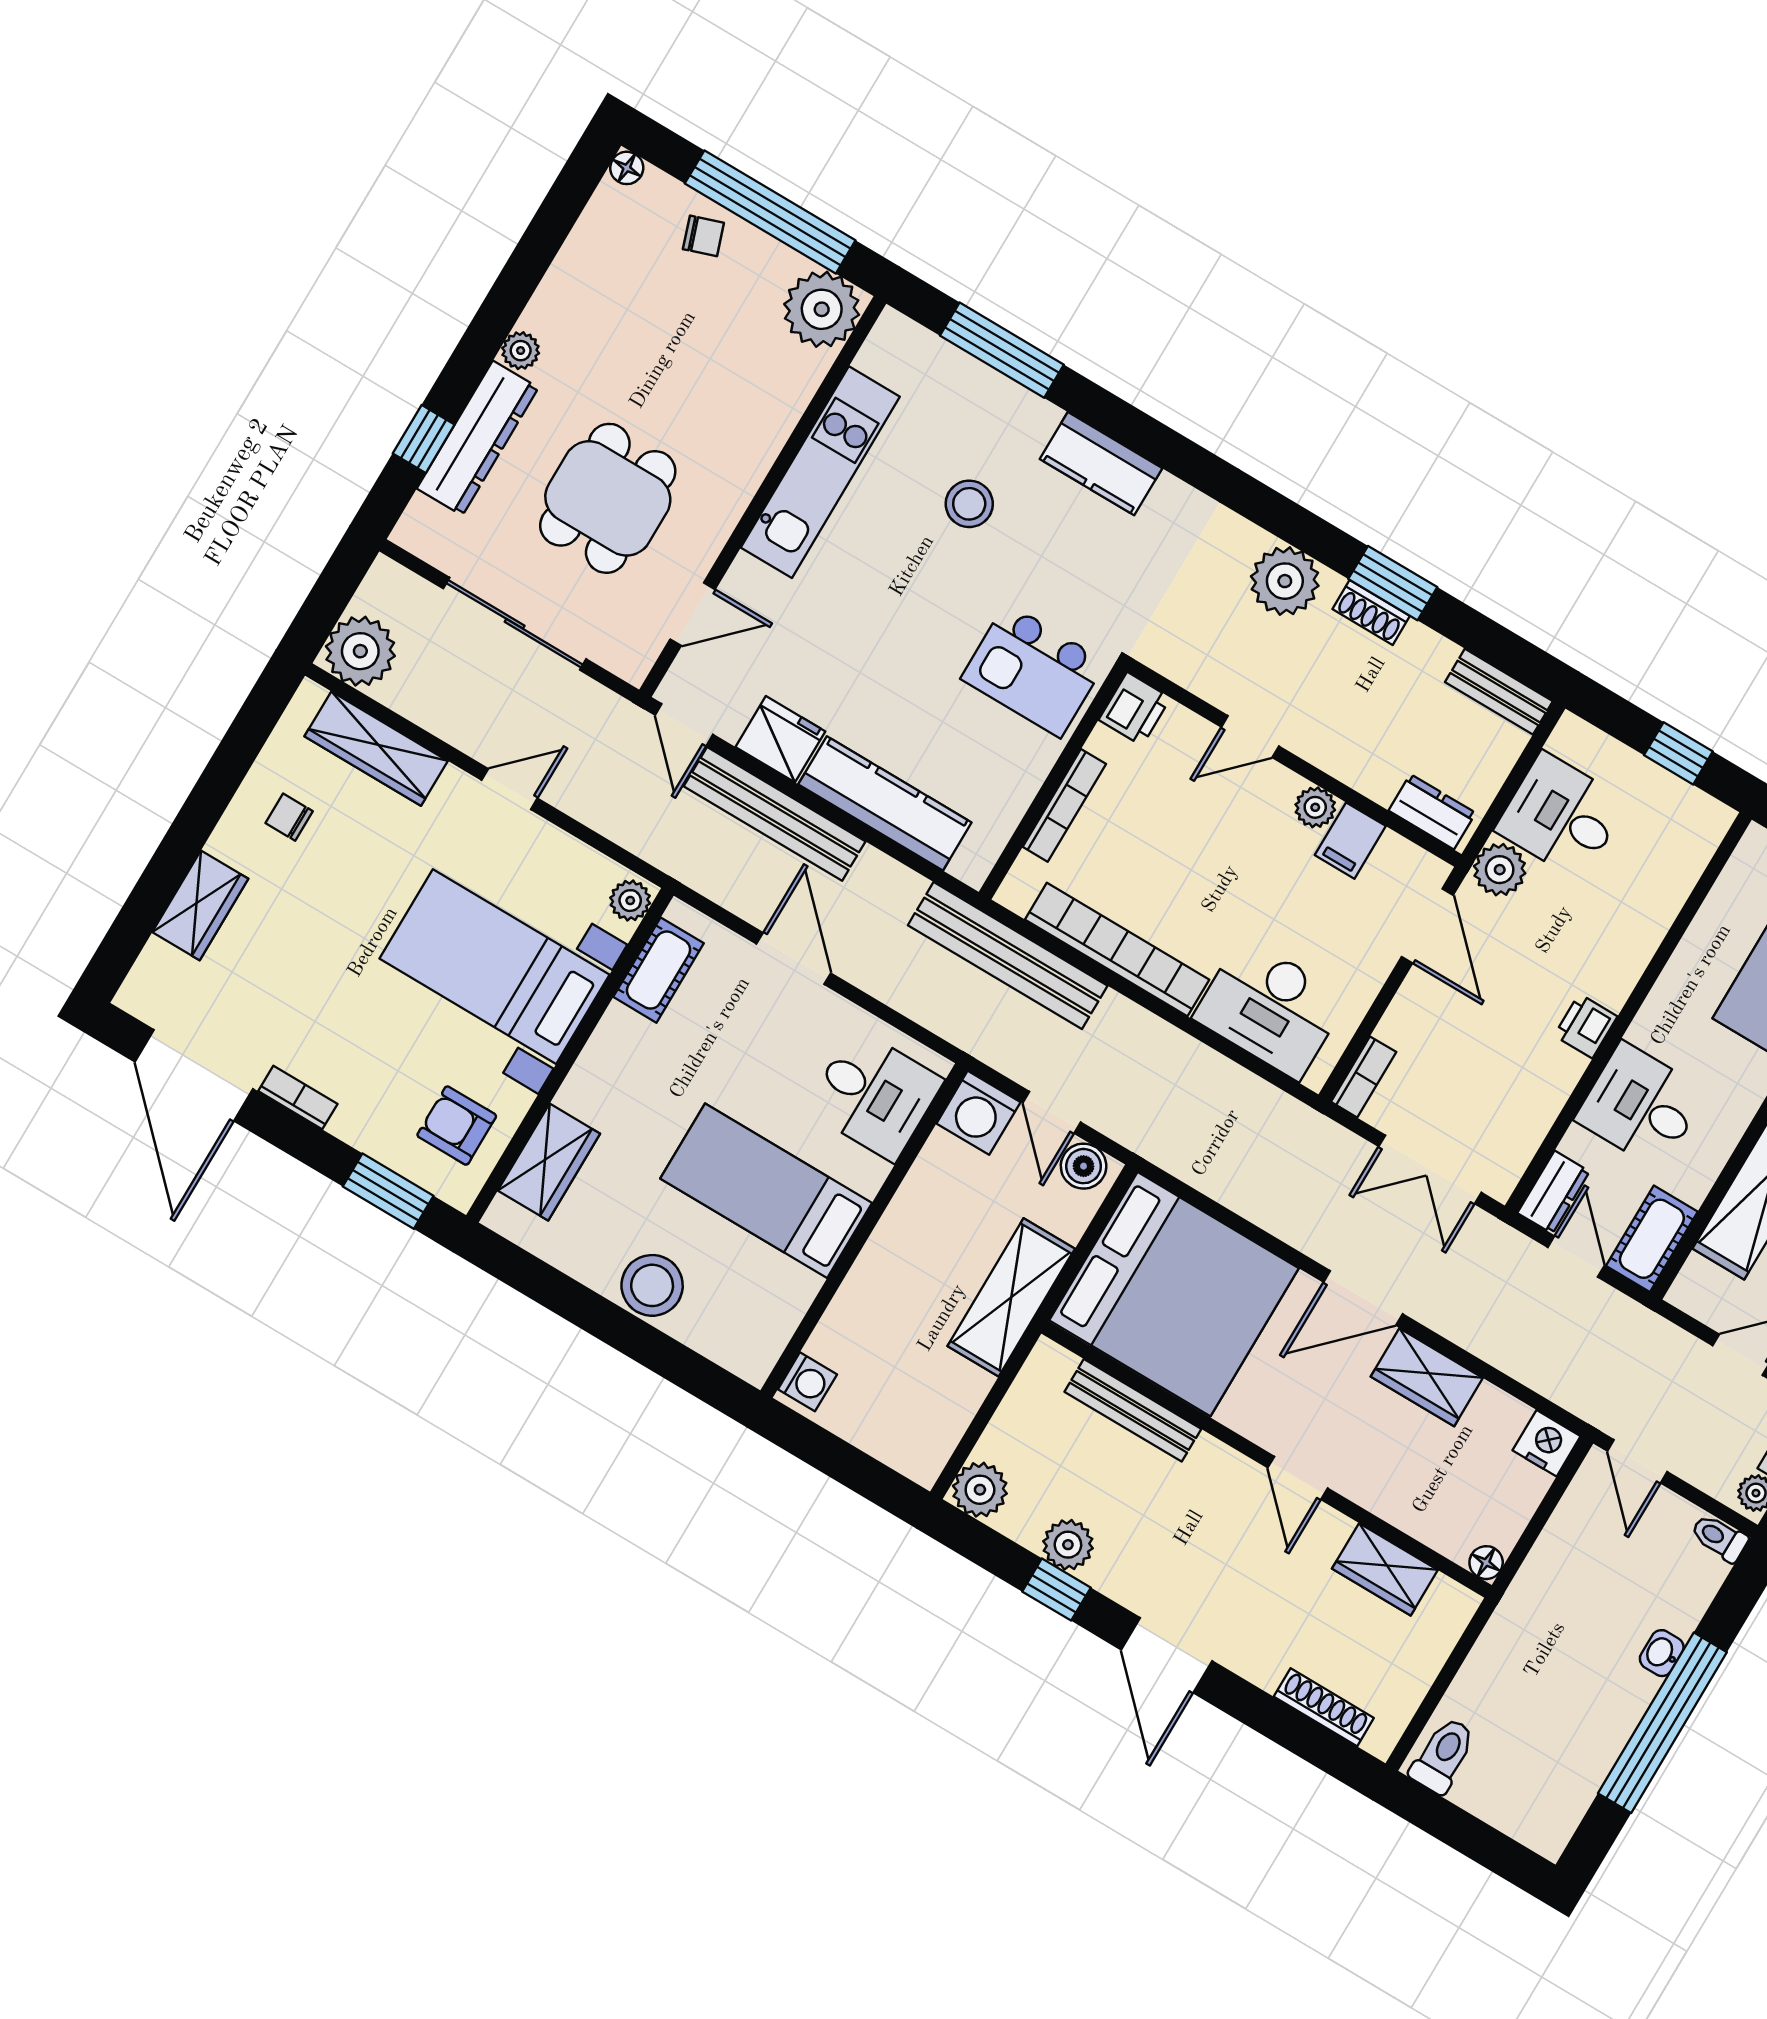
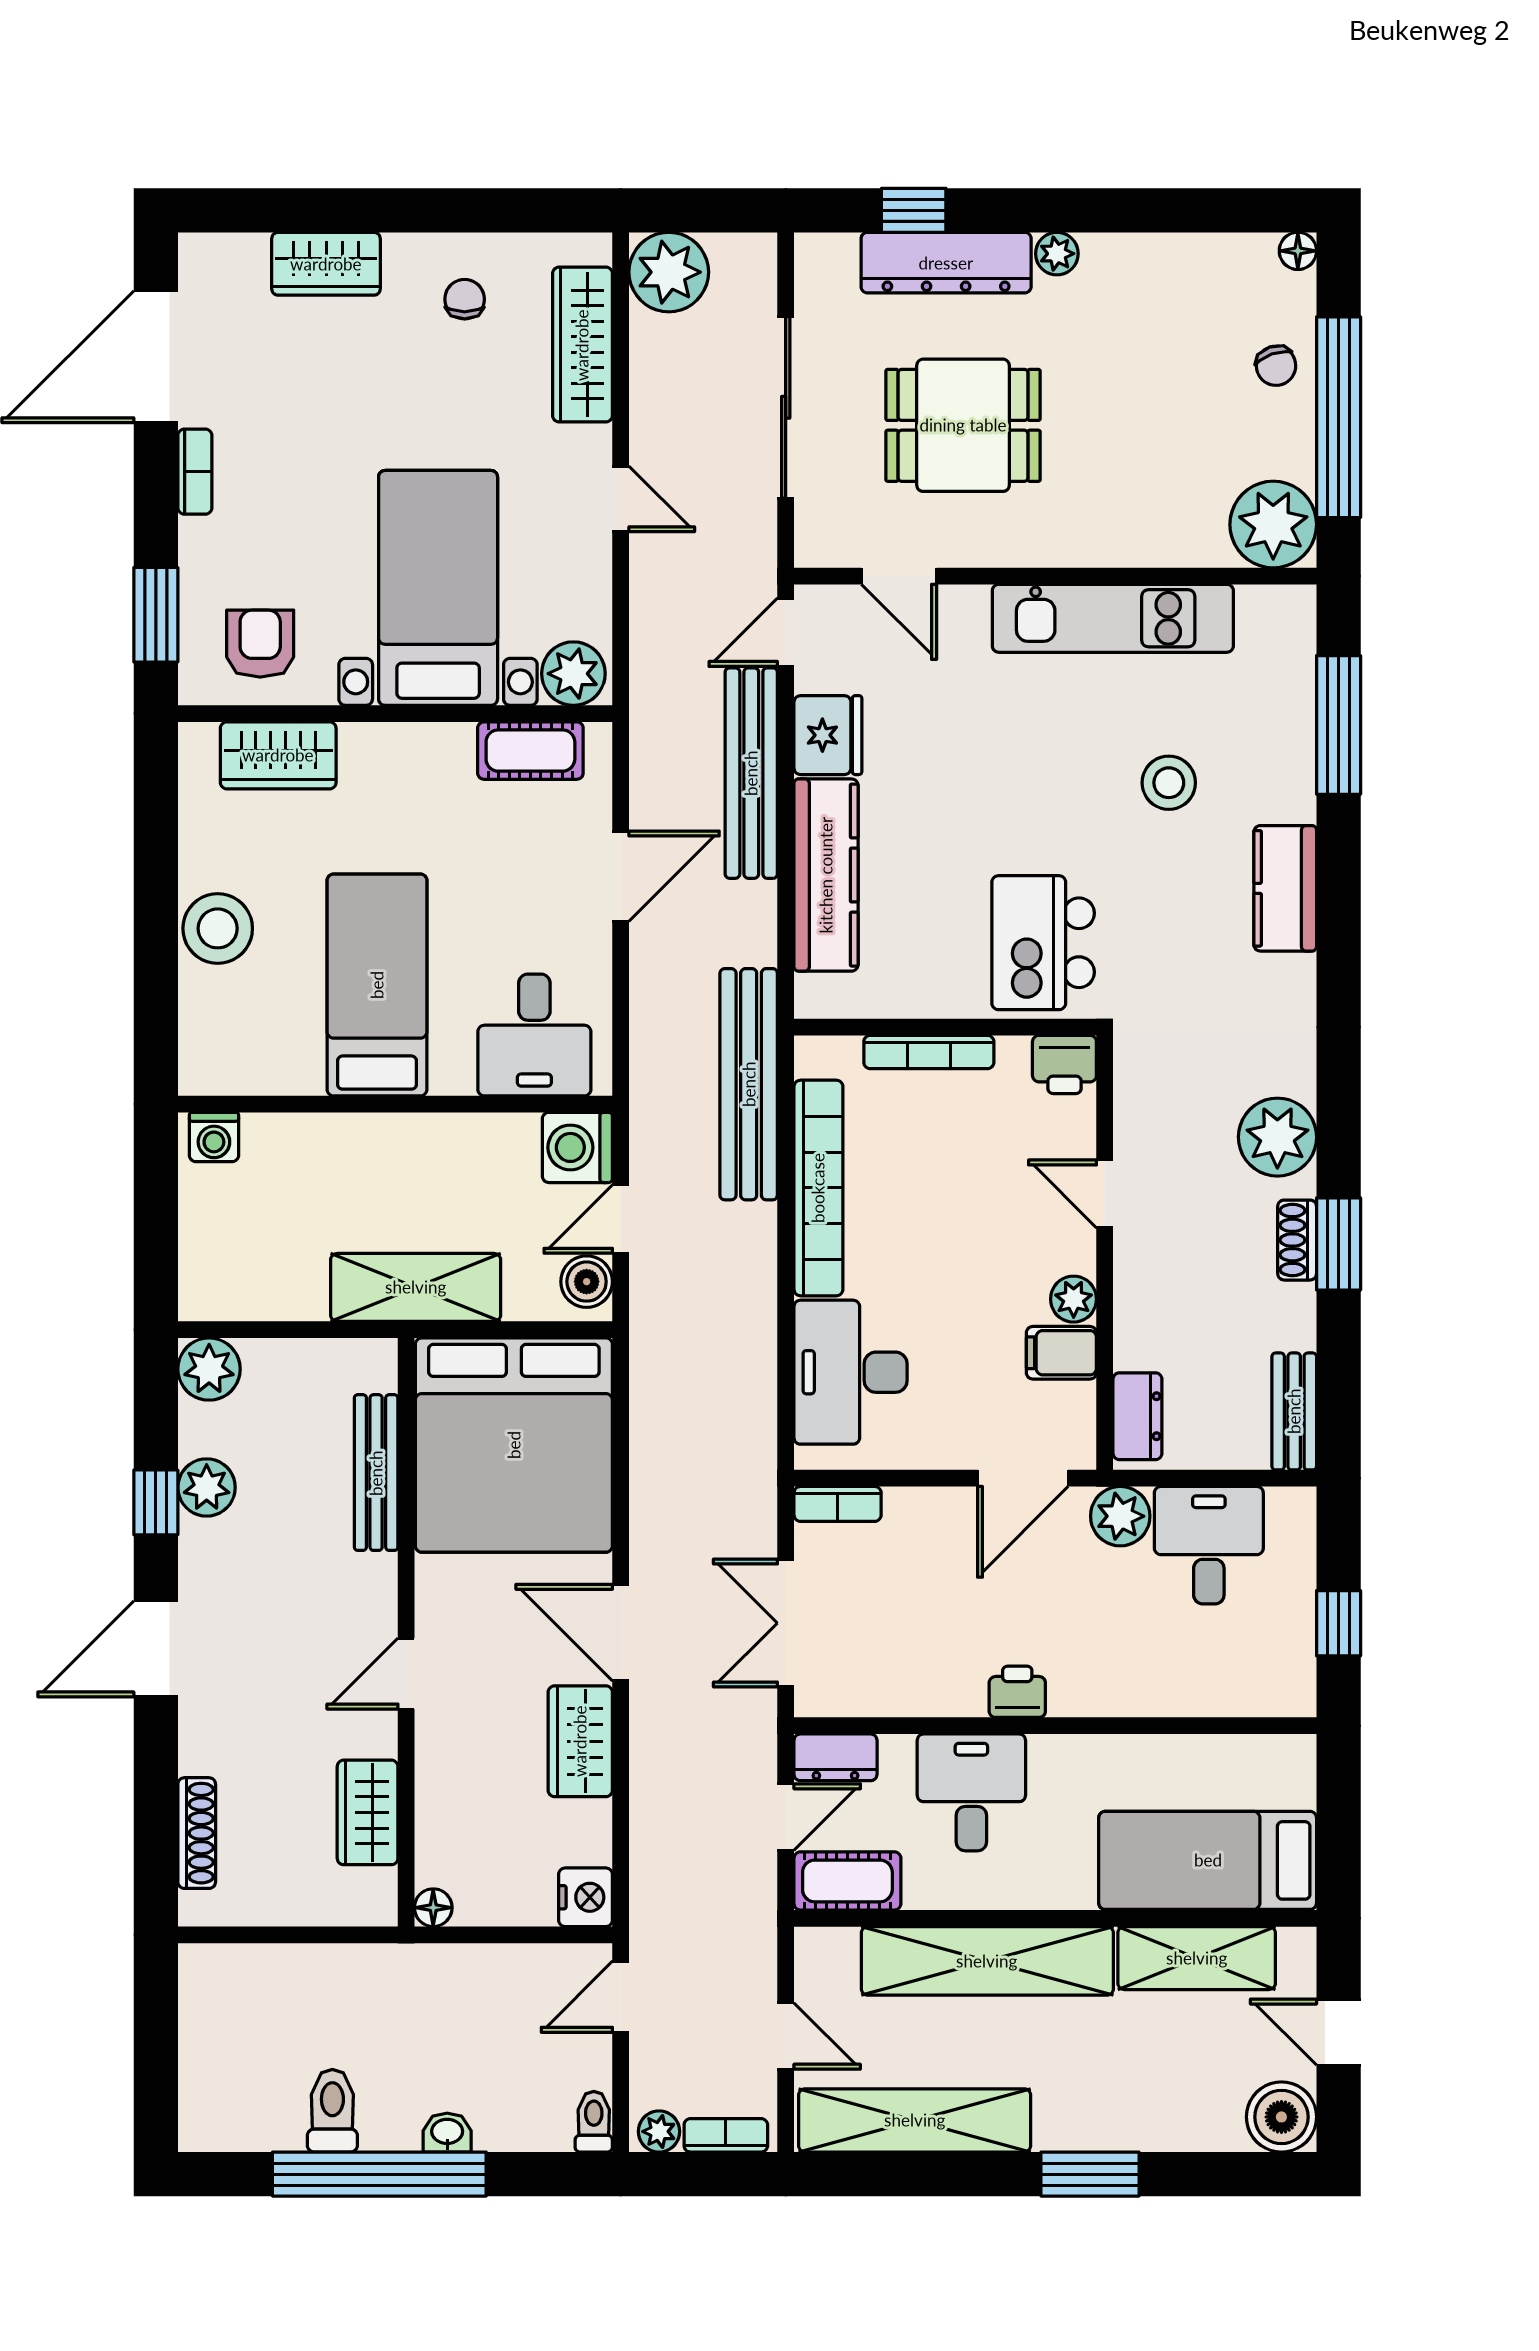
plant: (630, 901) -> (573, 674), width x1.38, depth x1.38
toilet: (1443, 1755) -> (332, 2111), moved, turned -90

